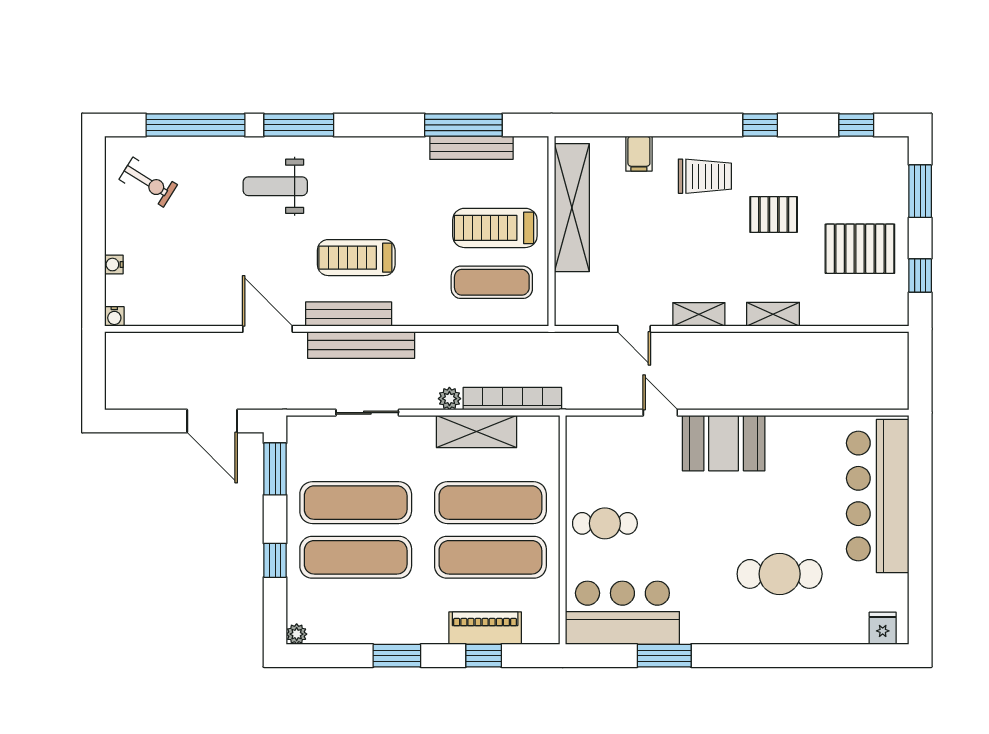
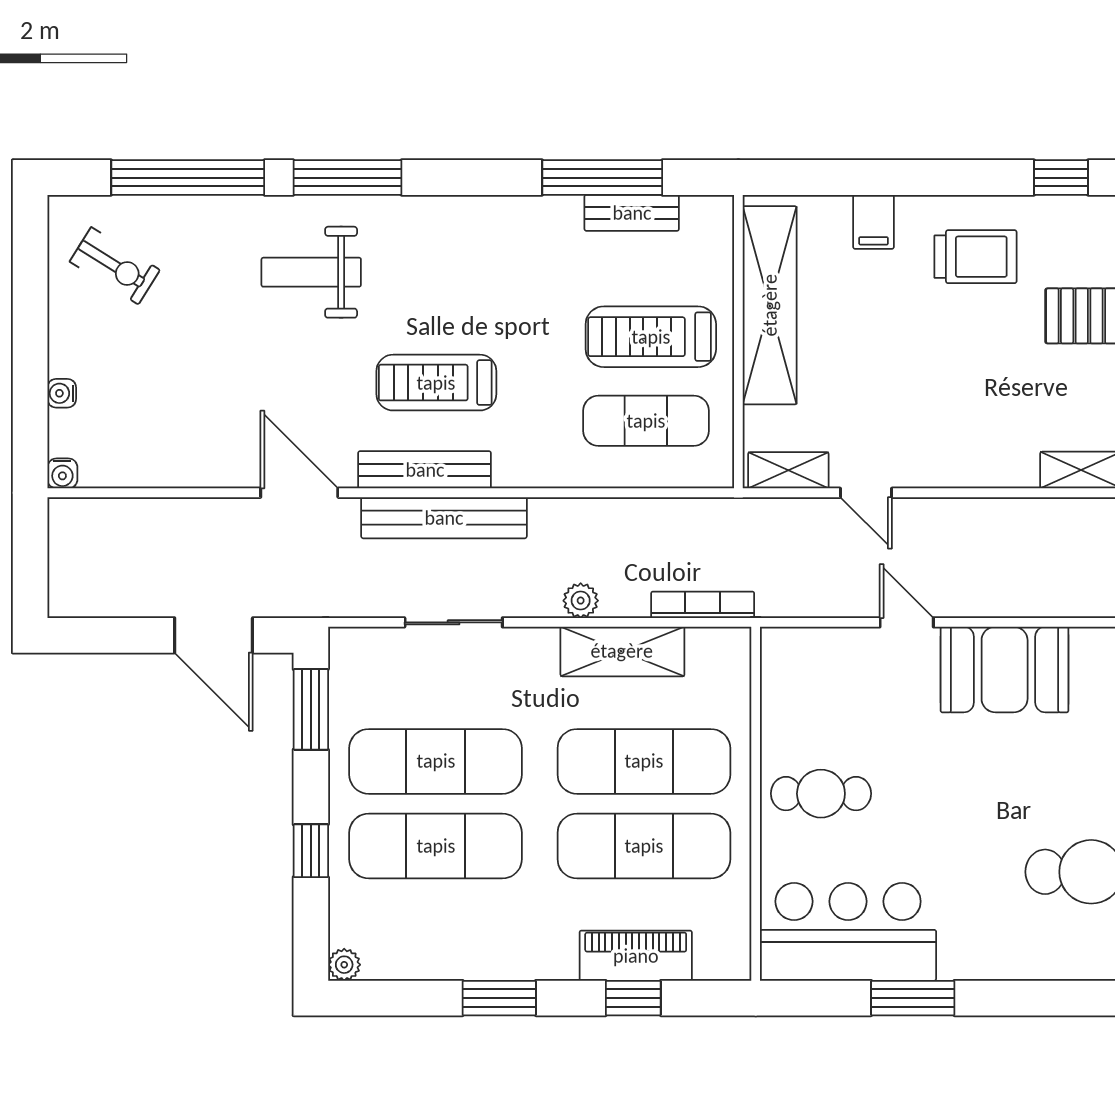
bench: (471, 148) -> (632, 213), width x0.73
shelving: (699, 314) -> (788, 470), moved
bookcase: (512, 399) -> (703, 605), width x0.68, depth x0.76

